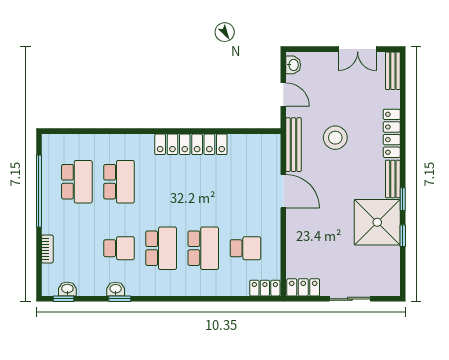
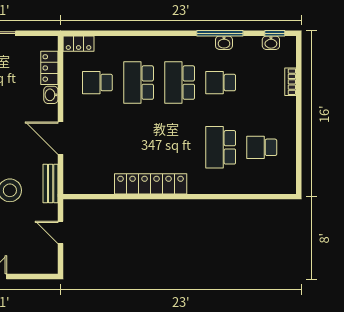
washbasin: (293, 65) -> (51, 95), moved
bench: (294, 145) -> (51, 184), width x0.73
school desk: (77, 182) -> (262, 147), width x0.54
window: (39, 191) -> (299, 138), removed
locker: (303, 287) -> (49, 68), moved, turned 90
window: (120, 299) -> (220, 33), width x2.17

